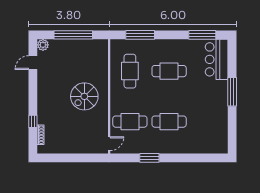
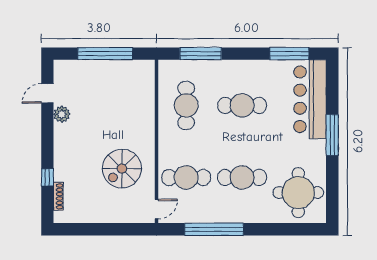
plant: (43, 45) -> (62, 114), moved
bar counter: (217, 59) -> (310, 99), width x1.36
spiral stairs: (84, 96) -> (122, 169), moved
round table: (208, 132) -> (298, 193), added
window: (149, 158) -> (214, 229), width x2.11

